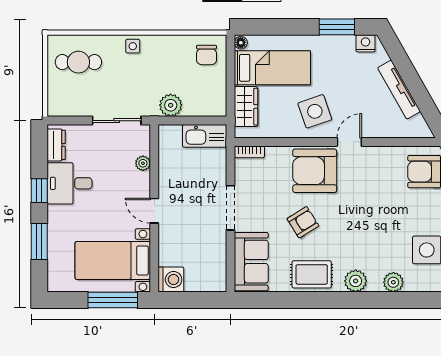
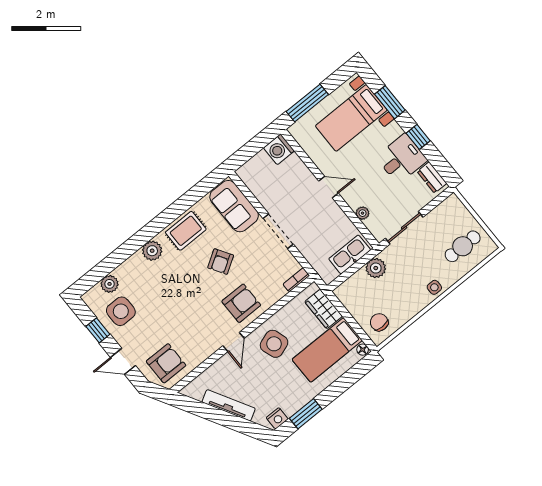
kitchen sink: (205, 136) -> (350, 254), moved
armchair: (315, 171) -> (241, 303), width x0.73, depth x0.73
bed with nightstands: (113, 260) -> (351, 118), moved, turned 180
plant: (393, 282) -> (110, 284), moved

